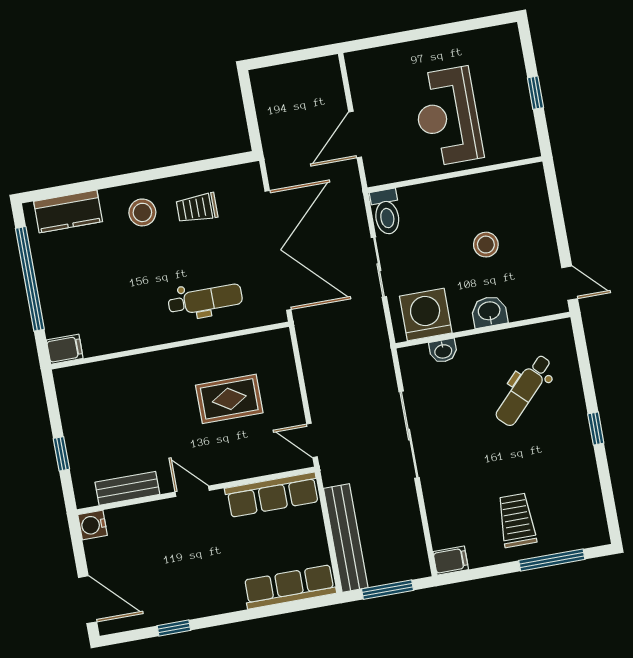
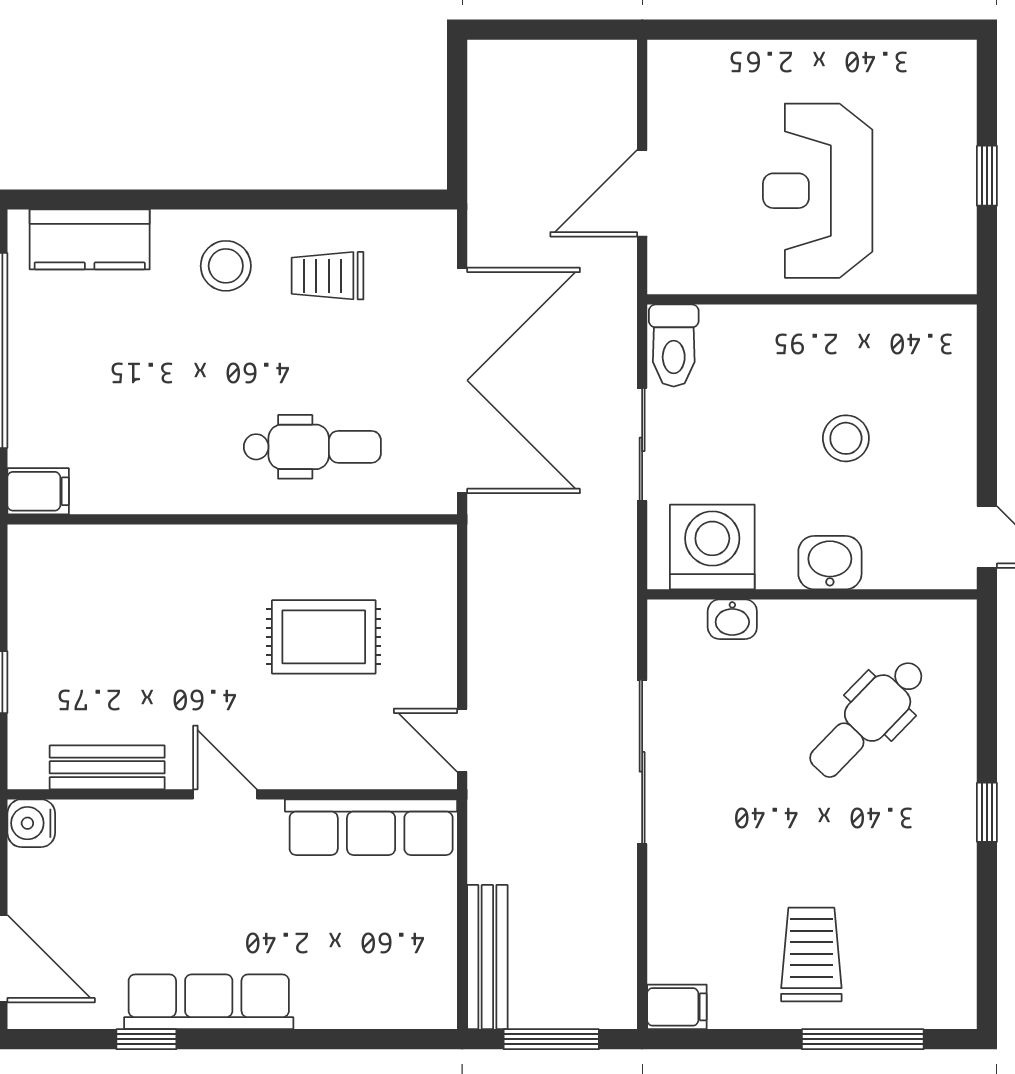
bench: (346, 538) -> (487, 957), width x0.73, depth x0.82
row of seats: (290, 587) -> (209, 1002), moved

